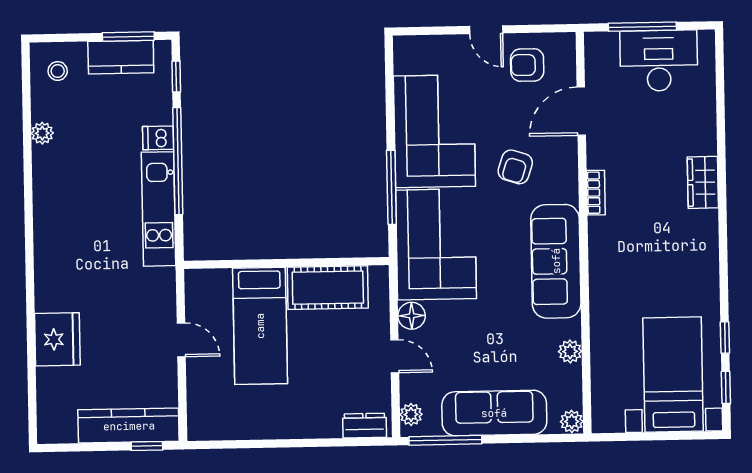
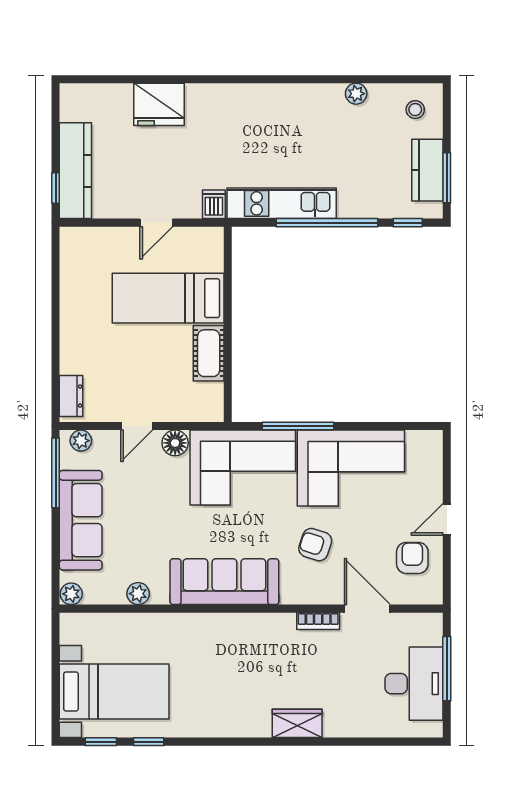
dishwasher: (158, 138) -> (214, 204), moved
bookcase: (596, 193) -> (318, 621), moved
cot: (328, 288) -> (209, 353), width x0.73, depth x0.75

